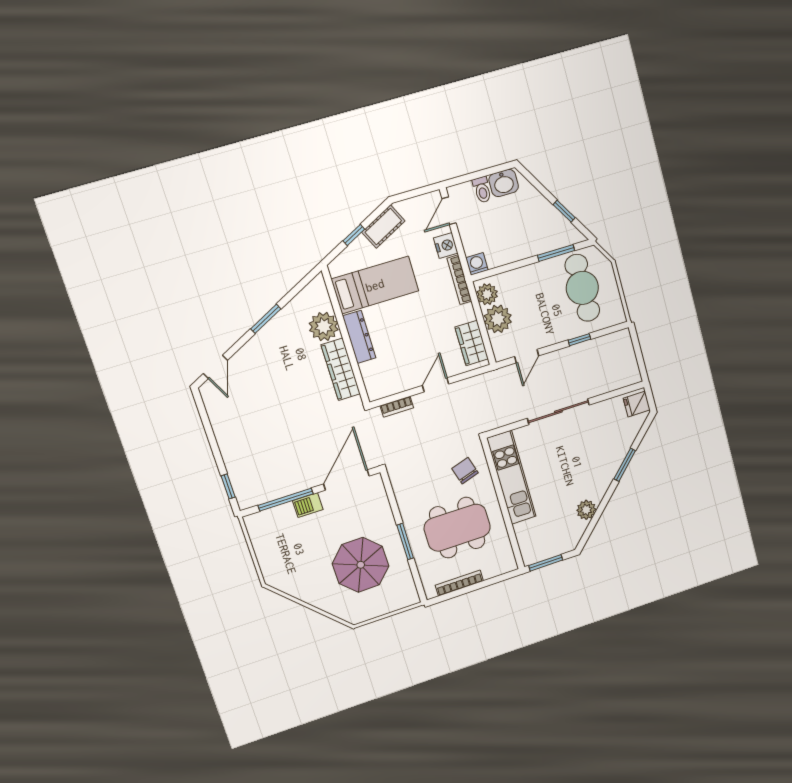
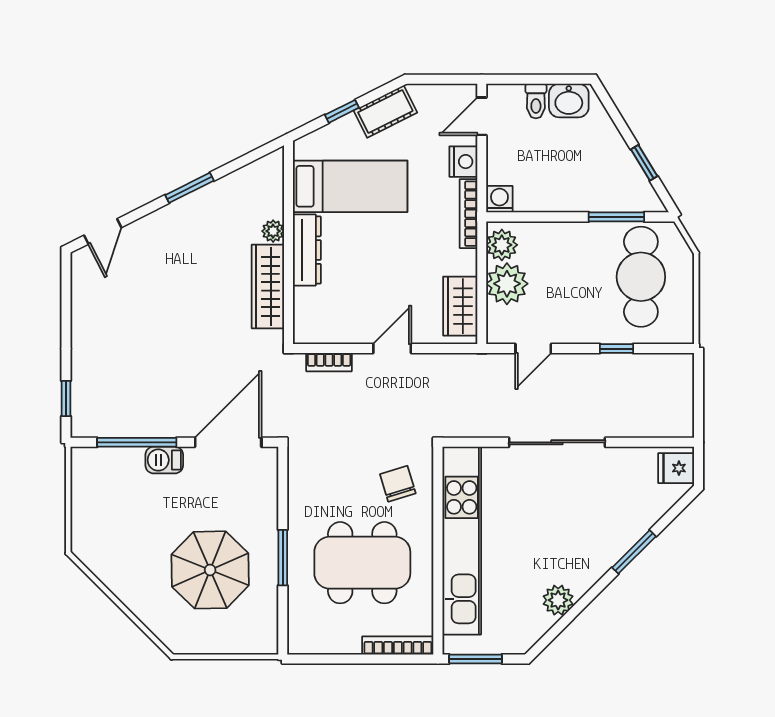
plant: (324, 327) -> (273, 231), width x0.53, depth x0.53
kitchen unit: (511, 477) -> (462, 541), width x1.36
bookcase: (459, 583) -> (398, 645), moved

